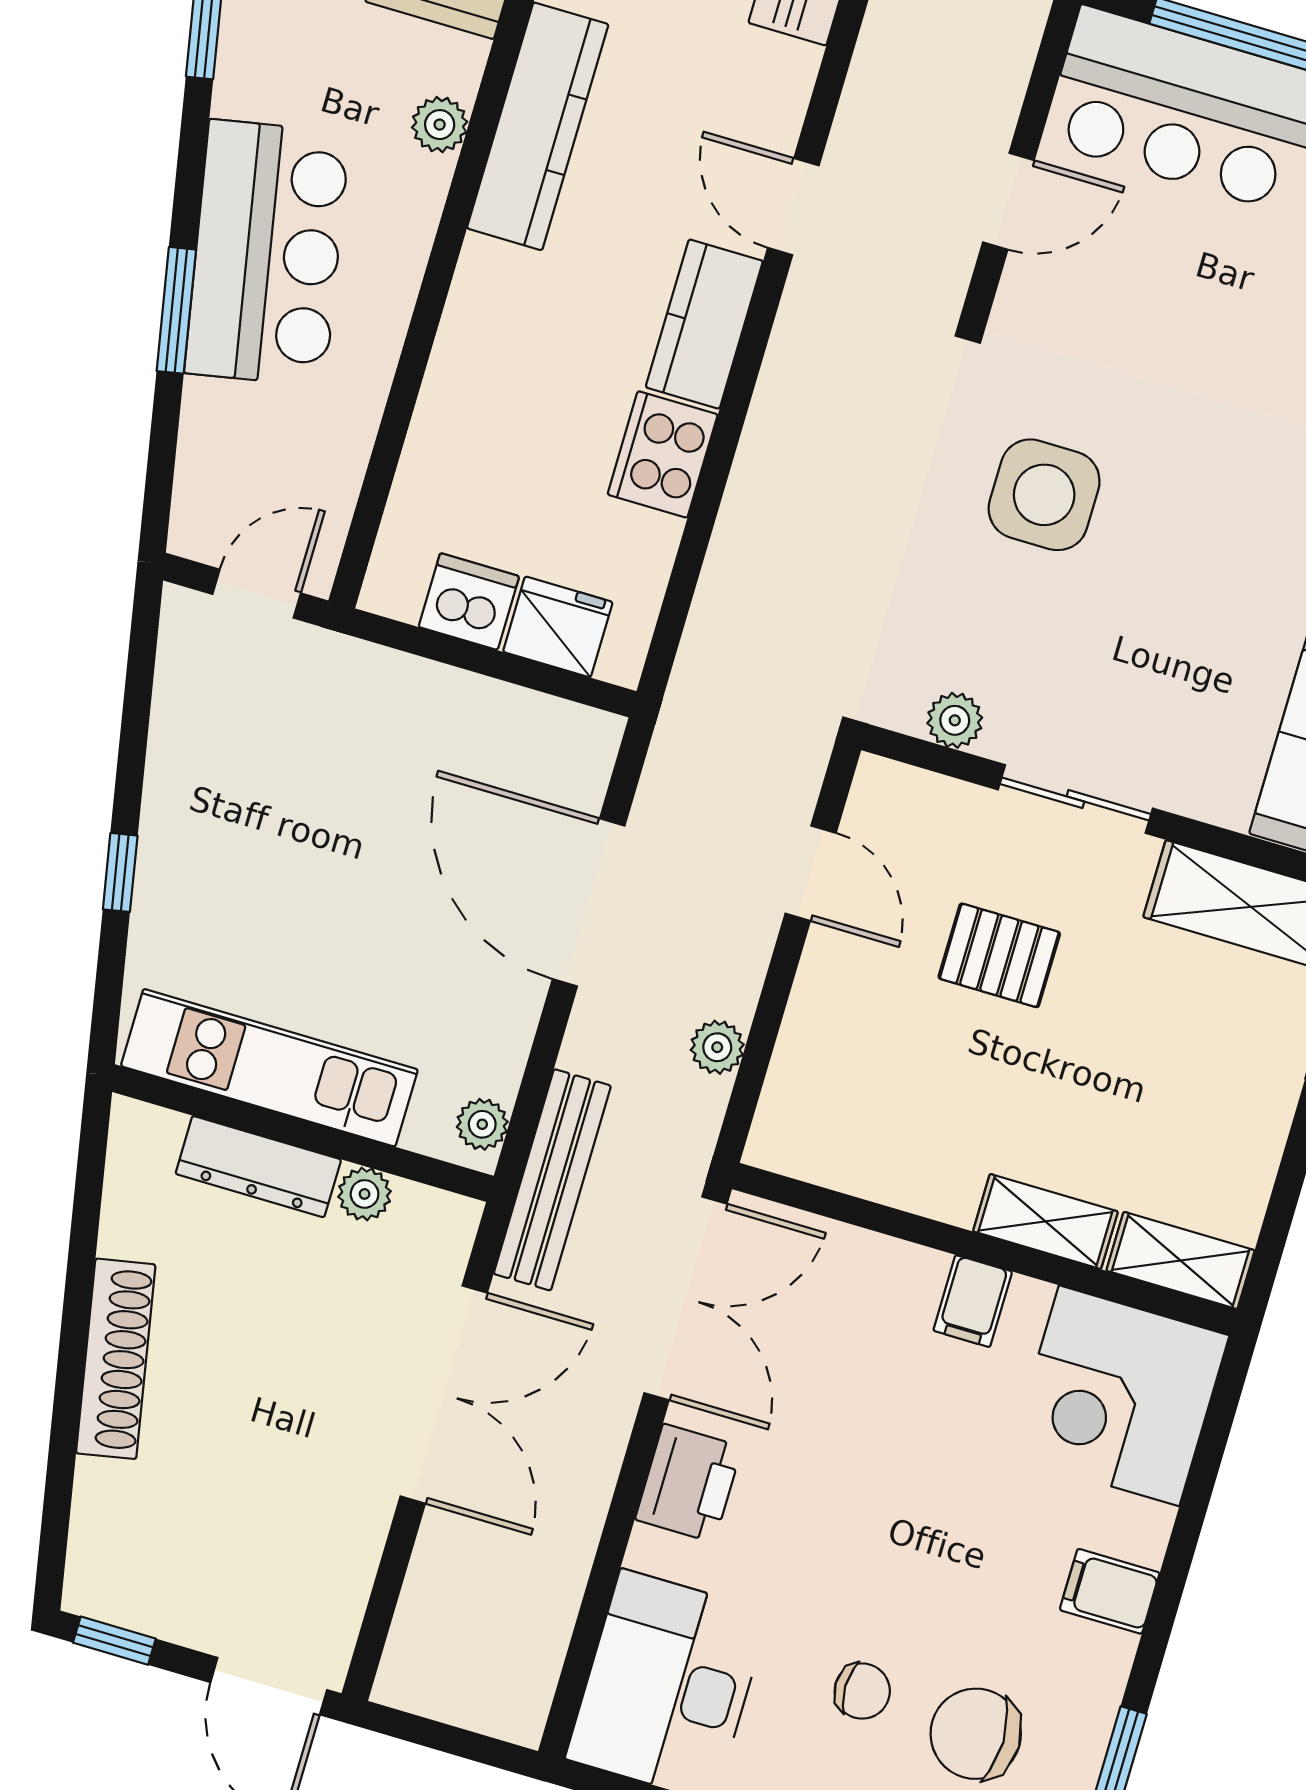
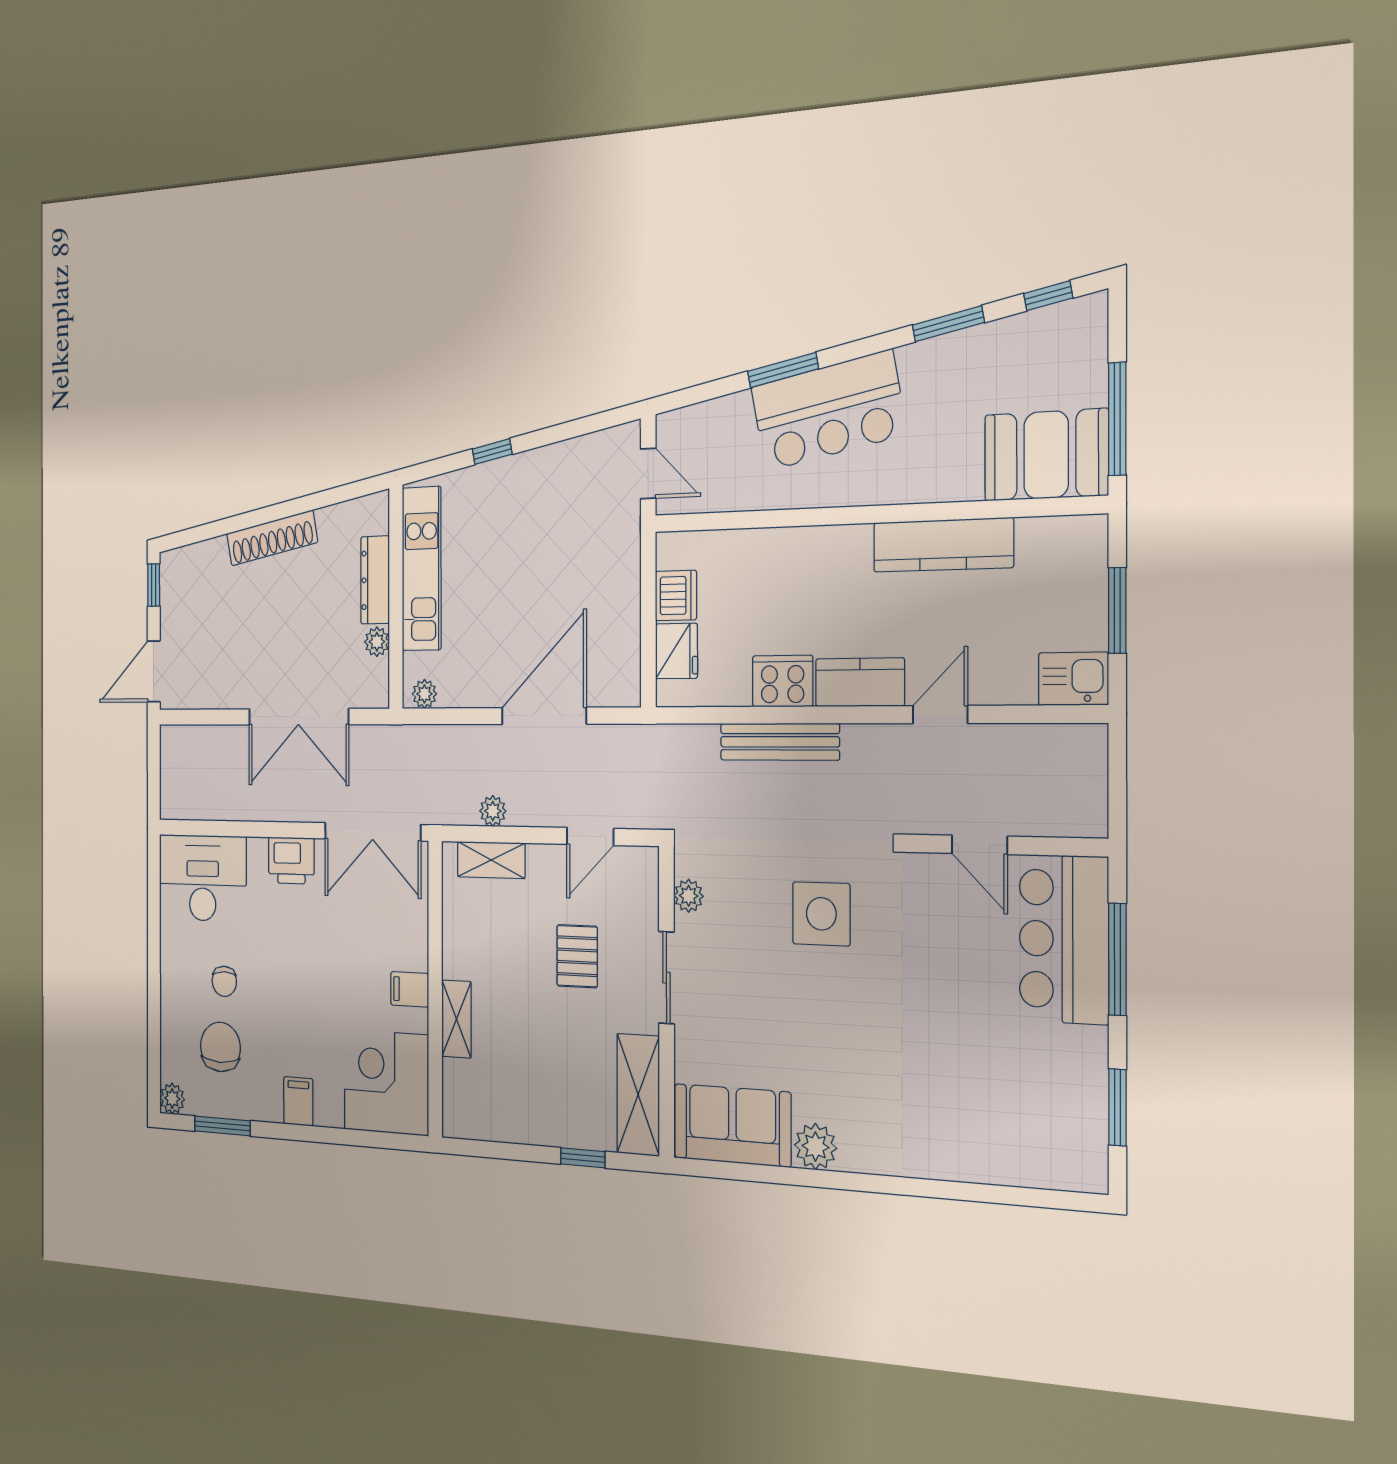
plant: (440, 125) -> (928, 486), removed
bench: (552, 1180) -> (780, 742), moved
shelving: (1181, 1260) -> (491, 860), moved, turned 90

